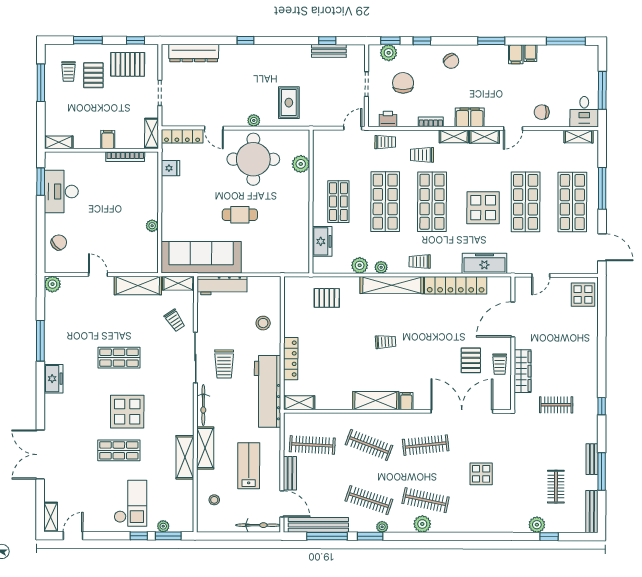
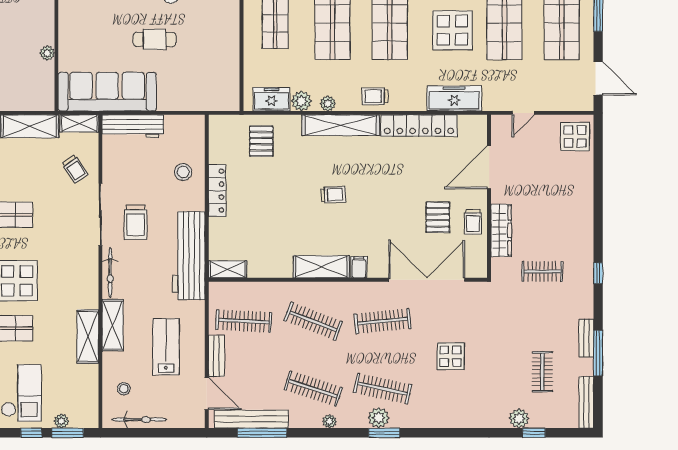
freezer: (322, 241) -> (271, 99), moved, turned -90
pallet: (327, 298) -> (261, 141), turned 90
locker: (291, 359) -> (217, 191), moved
bicycle: (258, 525) -> (139, 420), moved
window: (370, 536) -> (384, 433), moved

